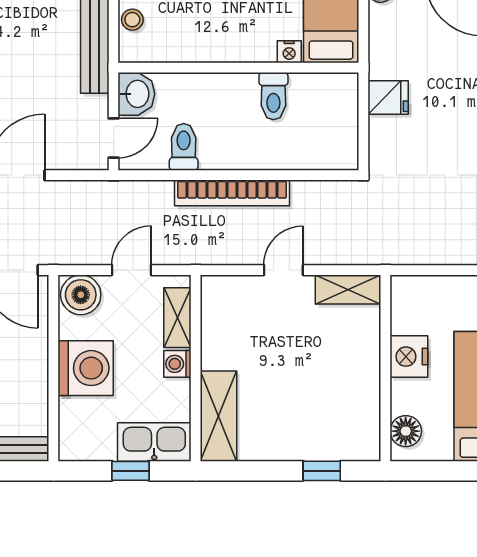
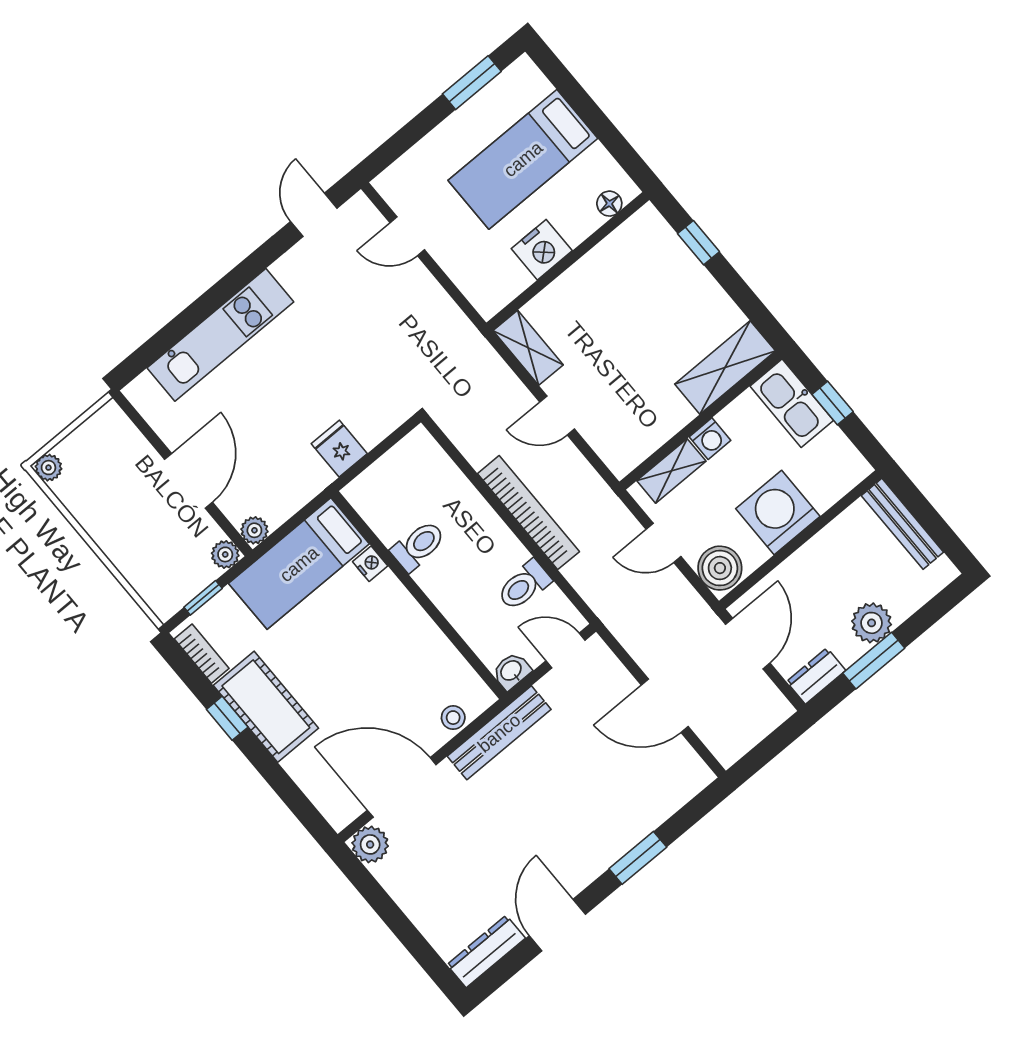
washbasin: (136, 94) -> (511, 671), width x0.72, depth x0.69
floor lamp: (406, 431) -> (609, 204), width x0.73, depth x0.73

